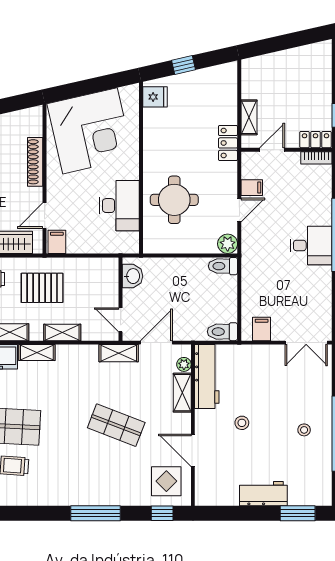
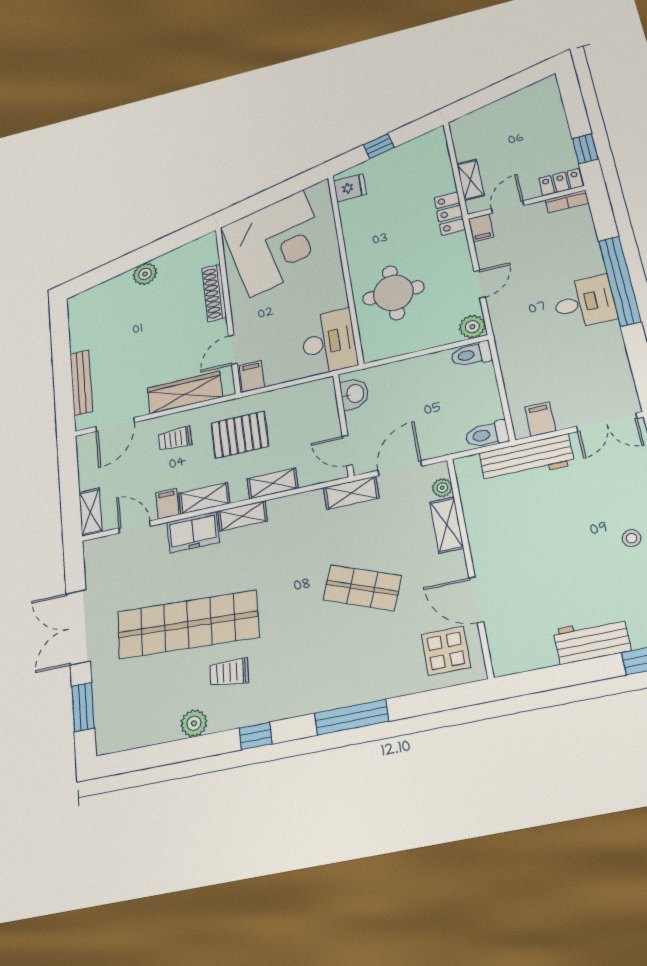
filing cabinet: (252, 188) -> (481, 228), moved, turned 90
desk: (119, 206) -> (329, 342), moved
workbench: (207, 377) -> (527, 459), moved, turned 90
stool: (242, 423) -> (539, 547), removed
window: (162, 513) -> (256, 736), moved

